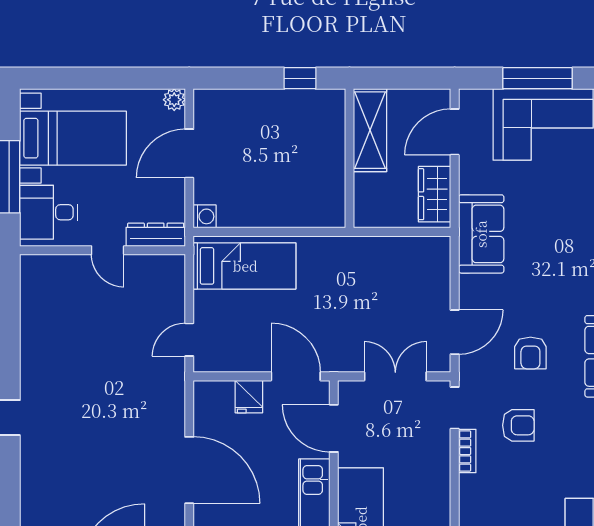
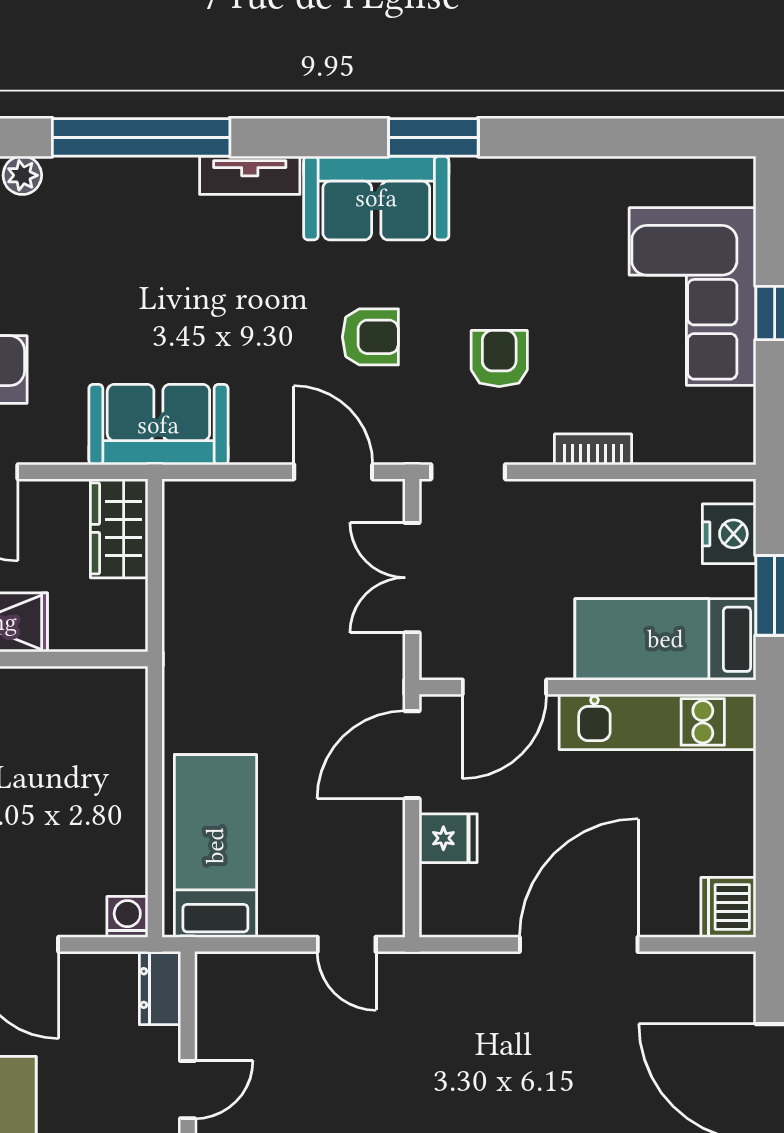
wardrobe: (435, 194) -> (119, 528), moved, turned 90
dresser: (156, 235) -> (160, 988), width x0.70
bookcase: (467, 451) -> (593, 449), moved

